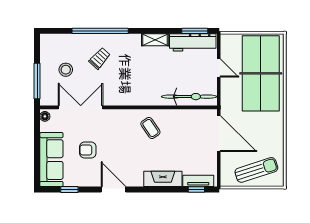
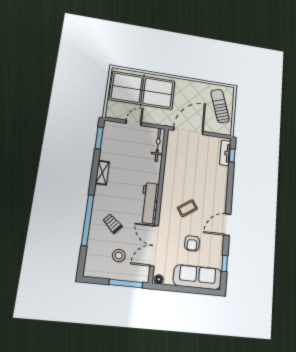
workbench: (193, 42) -> (150, 203), moved, turned 180
bicycle: (189, 97) -> (158, 145), width x0.73, depth x0.71
coffee table: (150, 128) -> (187, 208), moved
fireplace: (163, 179) -> (222, 182), removed

